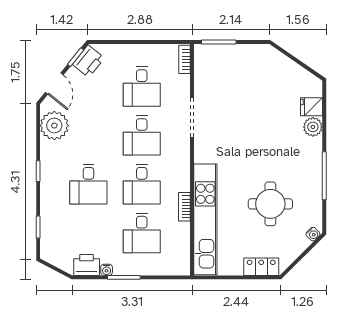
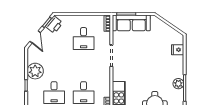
sofa: (228, 58) -> (131, 23), added
plant: (54, 126) -> (35, 71), moved
plant: (313, 127) -> (178, 84), moved
desk: (142, 135) -> (84, 66), removed

